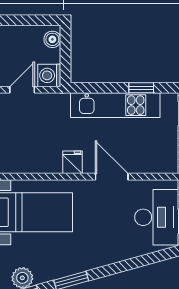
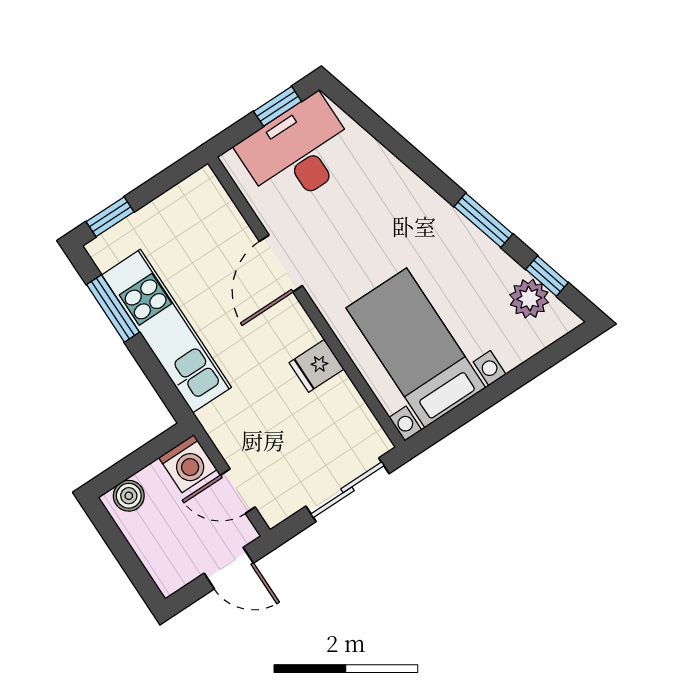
window: (141, 88) -> (113, 308), width x1.50
fridge: (73, 162) -> (316, 366), moved

